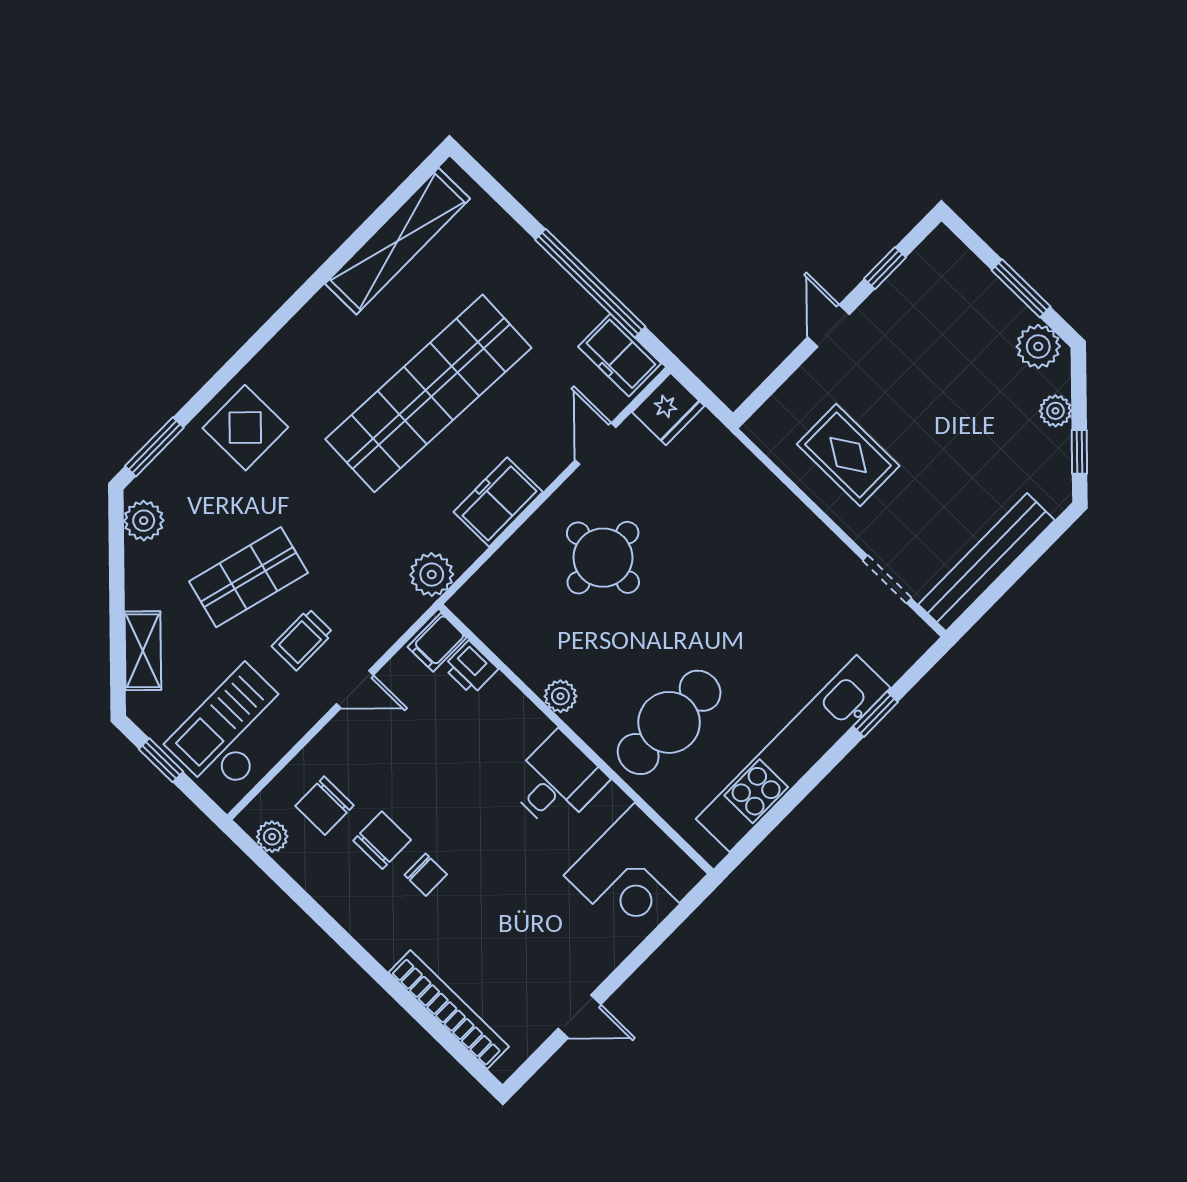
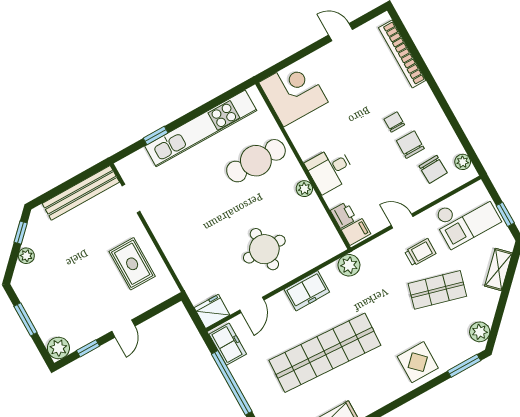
plant: (1038, 346) -> (58, 348), moved
desk: (557, 782) -> (330, 169), moved
chair: (325, 806) -> (433, 169), turned 88
chair: (382, 840) -> (410, 145), turned 90

